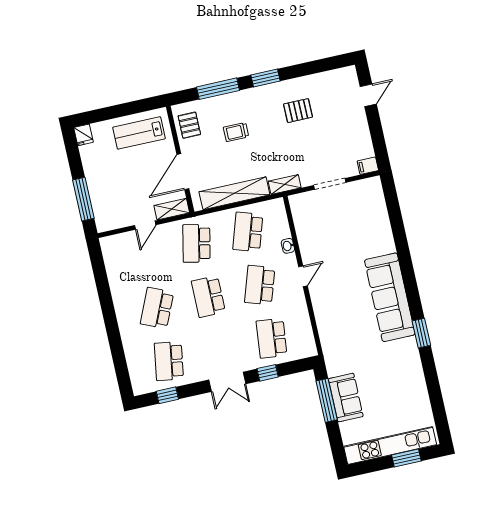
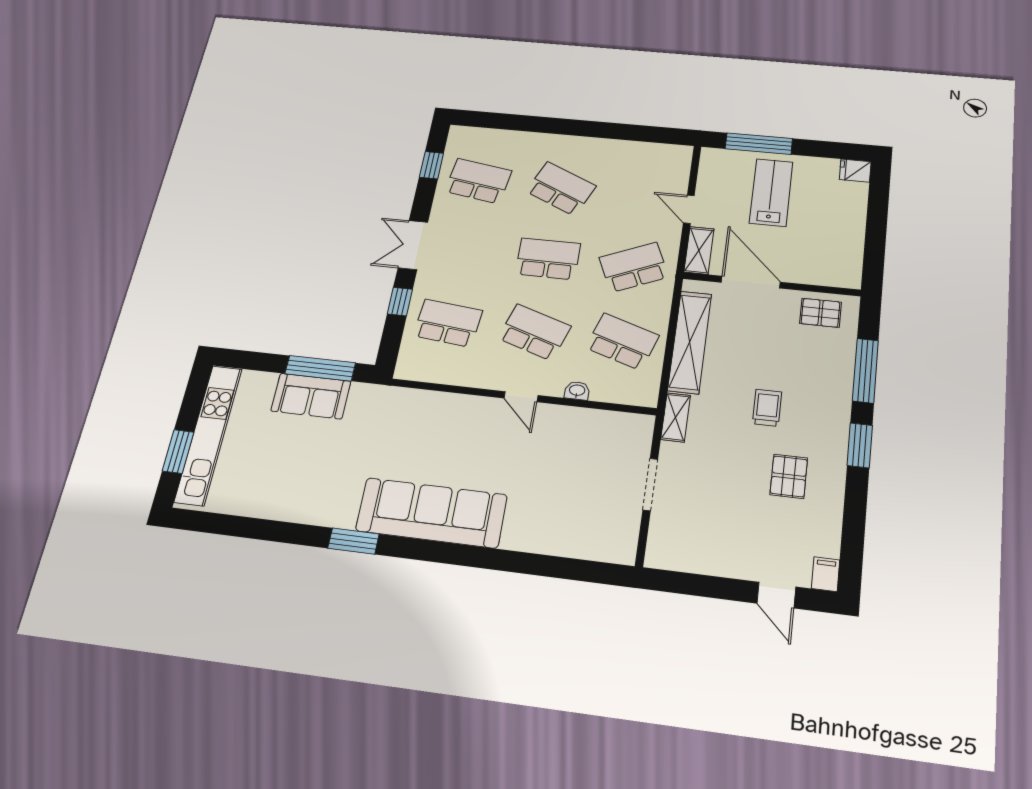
trolley: (236, 132) -> (767, 408), moved
lab bench: (139, 133) -> (771, 192), moved
filing cabinet: (368, 166) -> (826, 574), moved
school desk: (196, 243) -> (634, 267), turned -36

